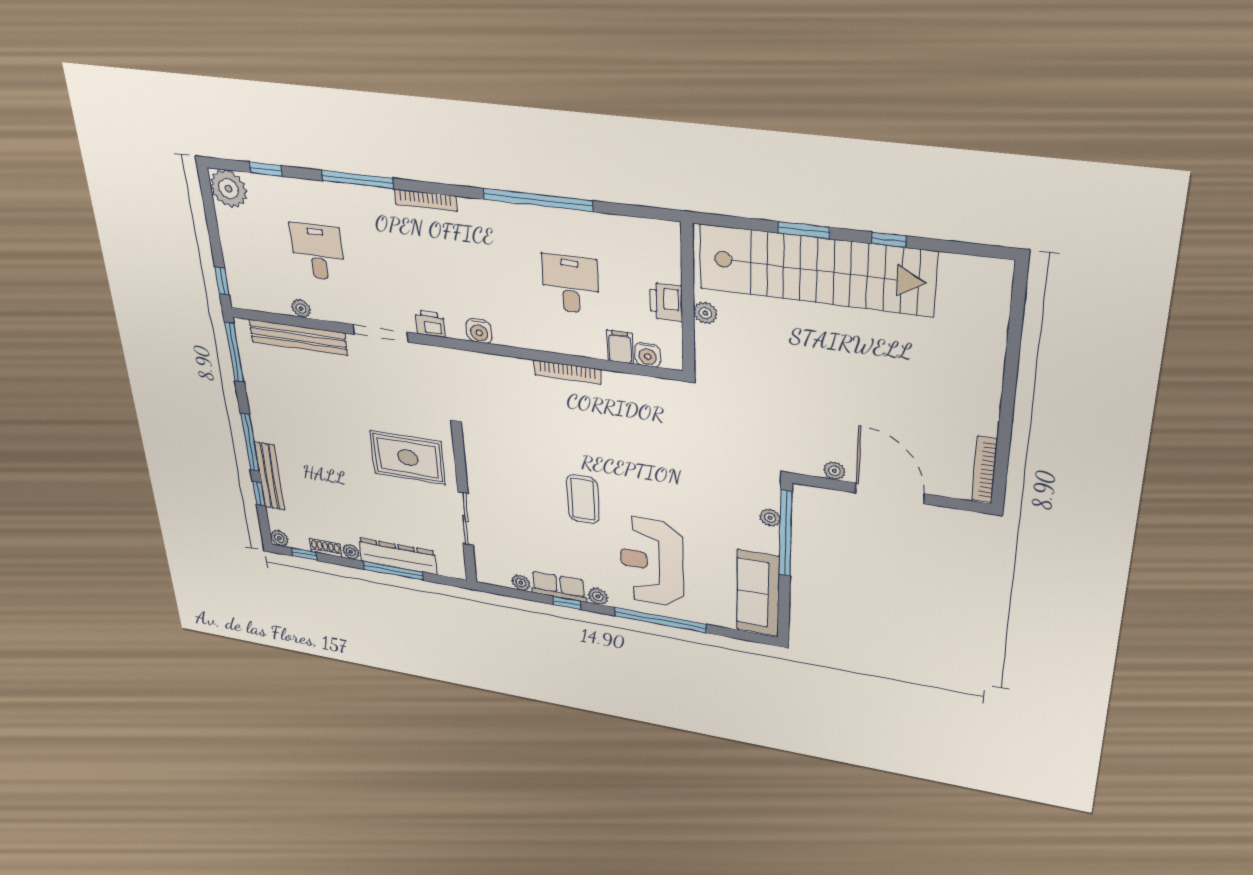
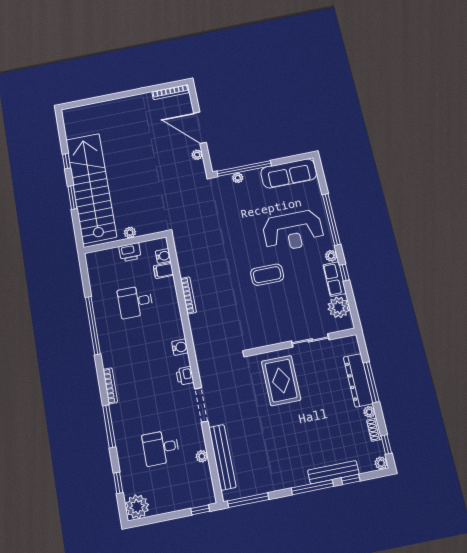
door: (889, 493) -> (200, 128), hinge flipped
plant: (521, 583) -> (339, 307), width x1.87, depth x1.87

